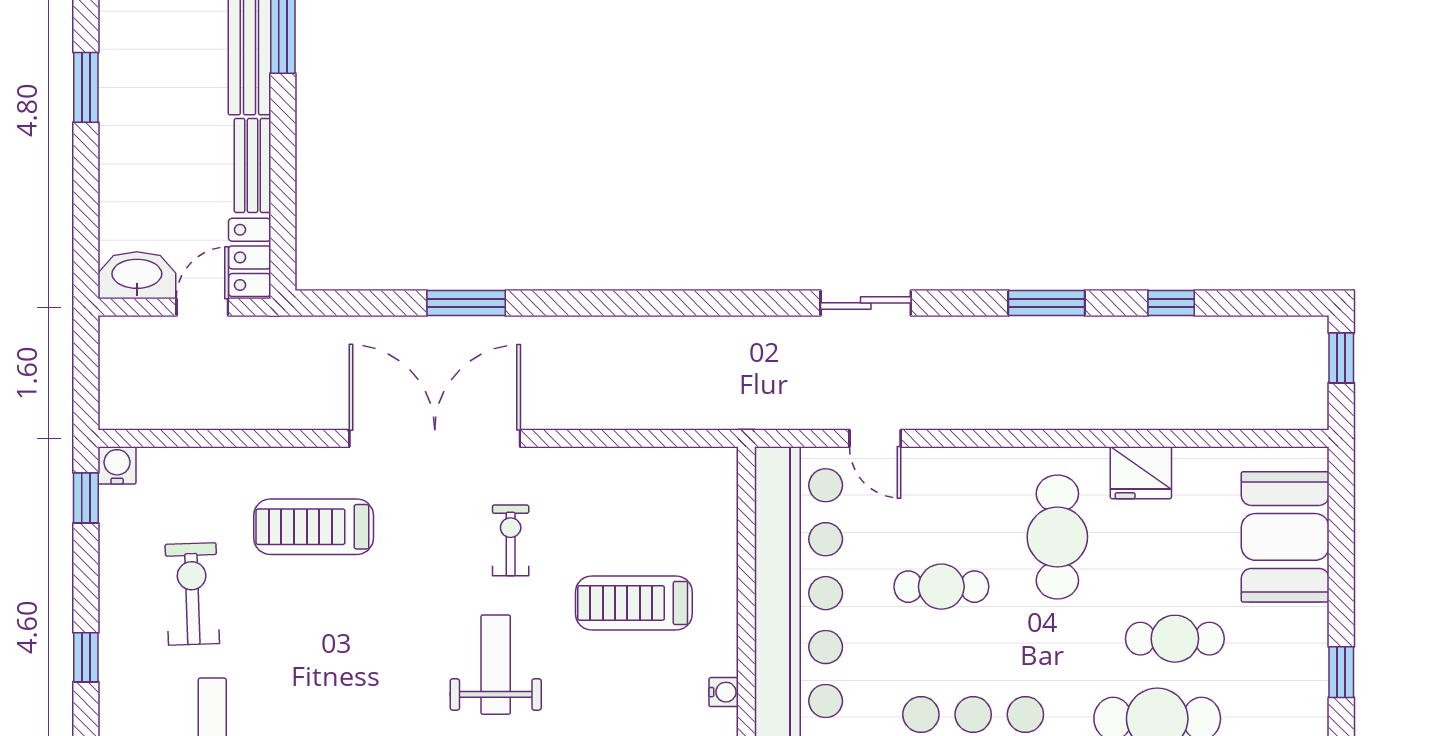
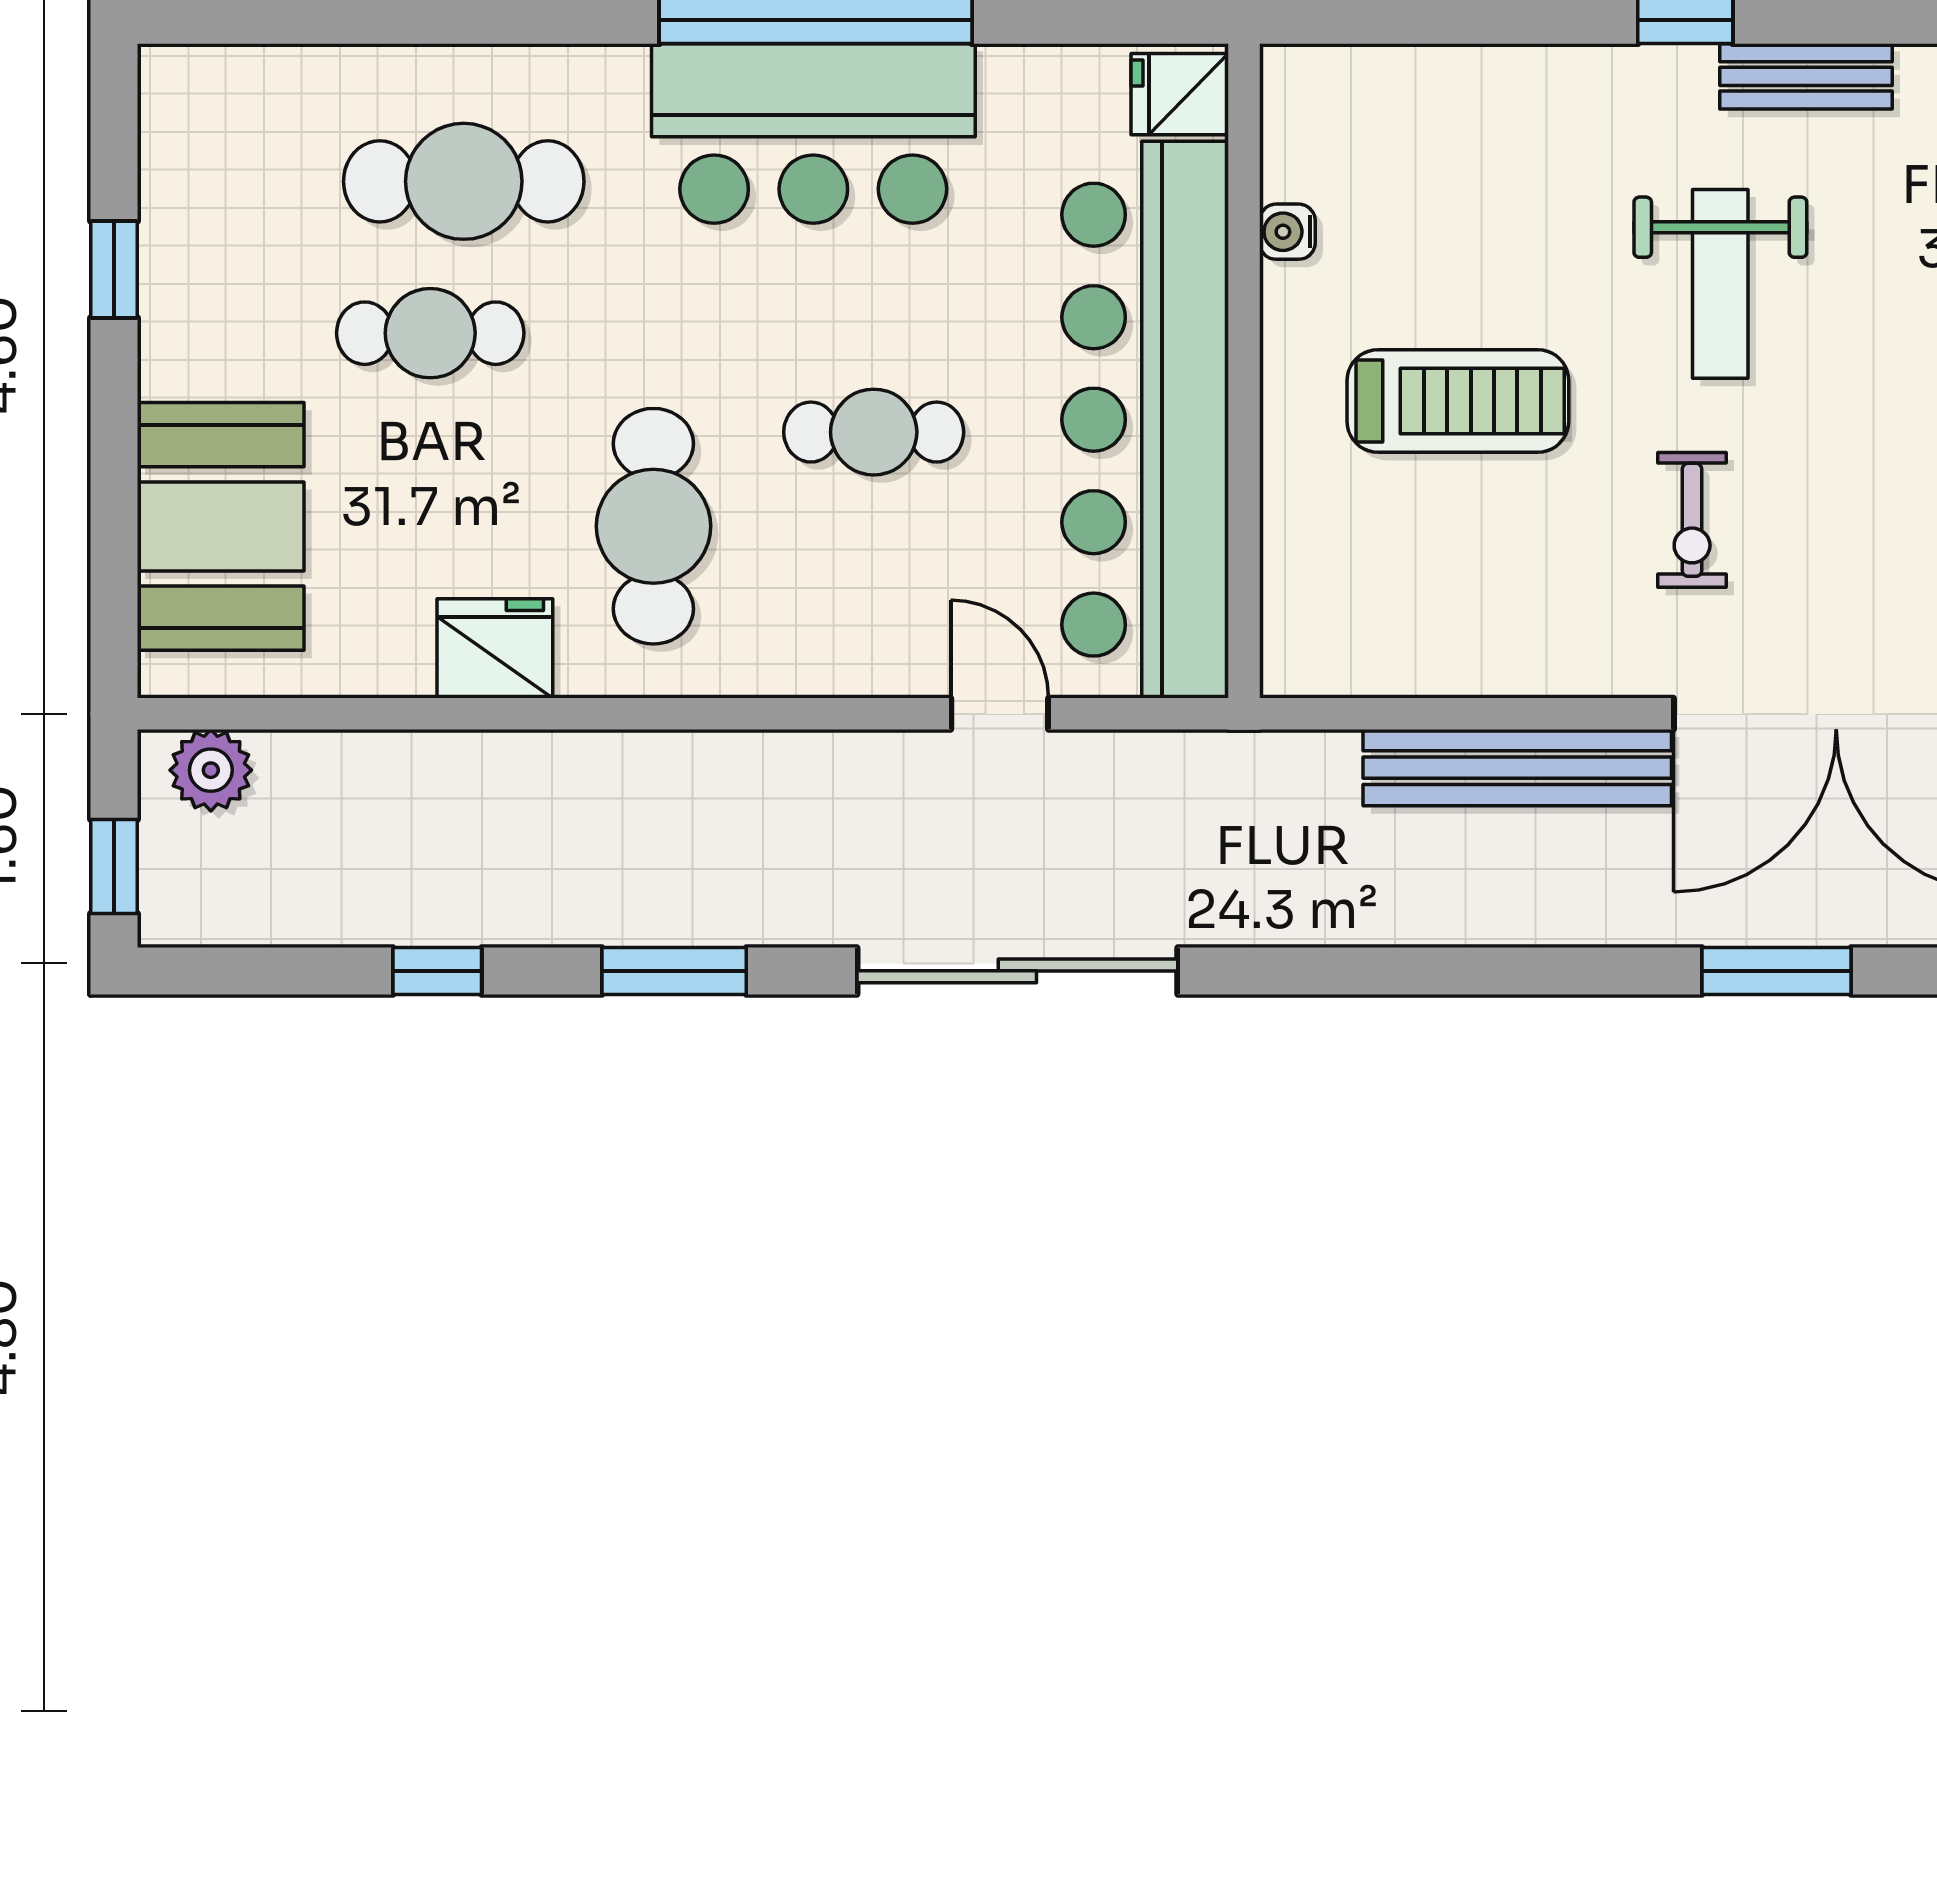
sliding door: (866, 303) -> (1017, 971), width x1.86
plant: (1290, 409) -> (211, 770), added
bench: (603, 410) -> (1517, 768), added

